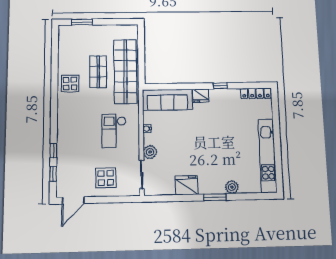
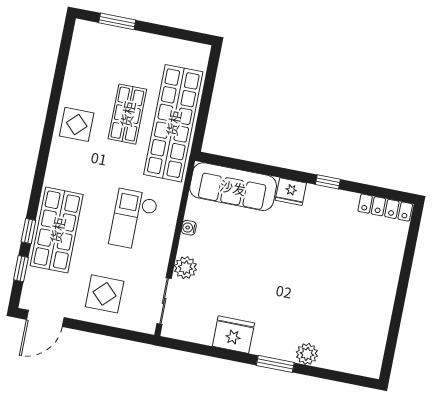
shop shelf: (70, 146) -> (57, 230), added
kitchen unit: (267, 156) -> (378, 316), removed

